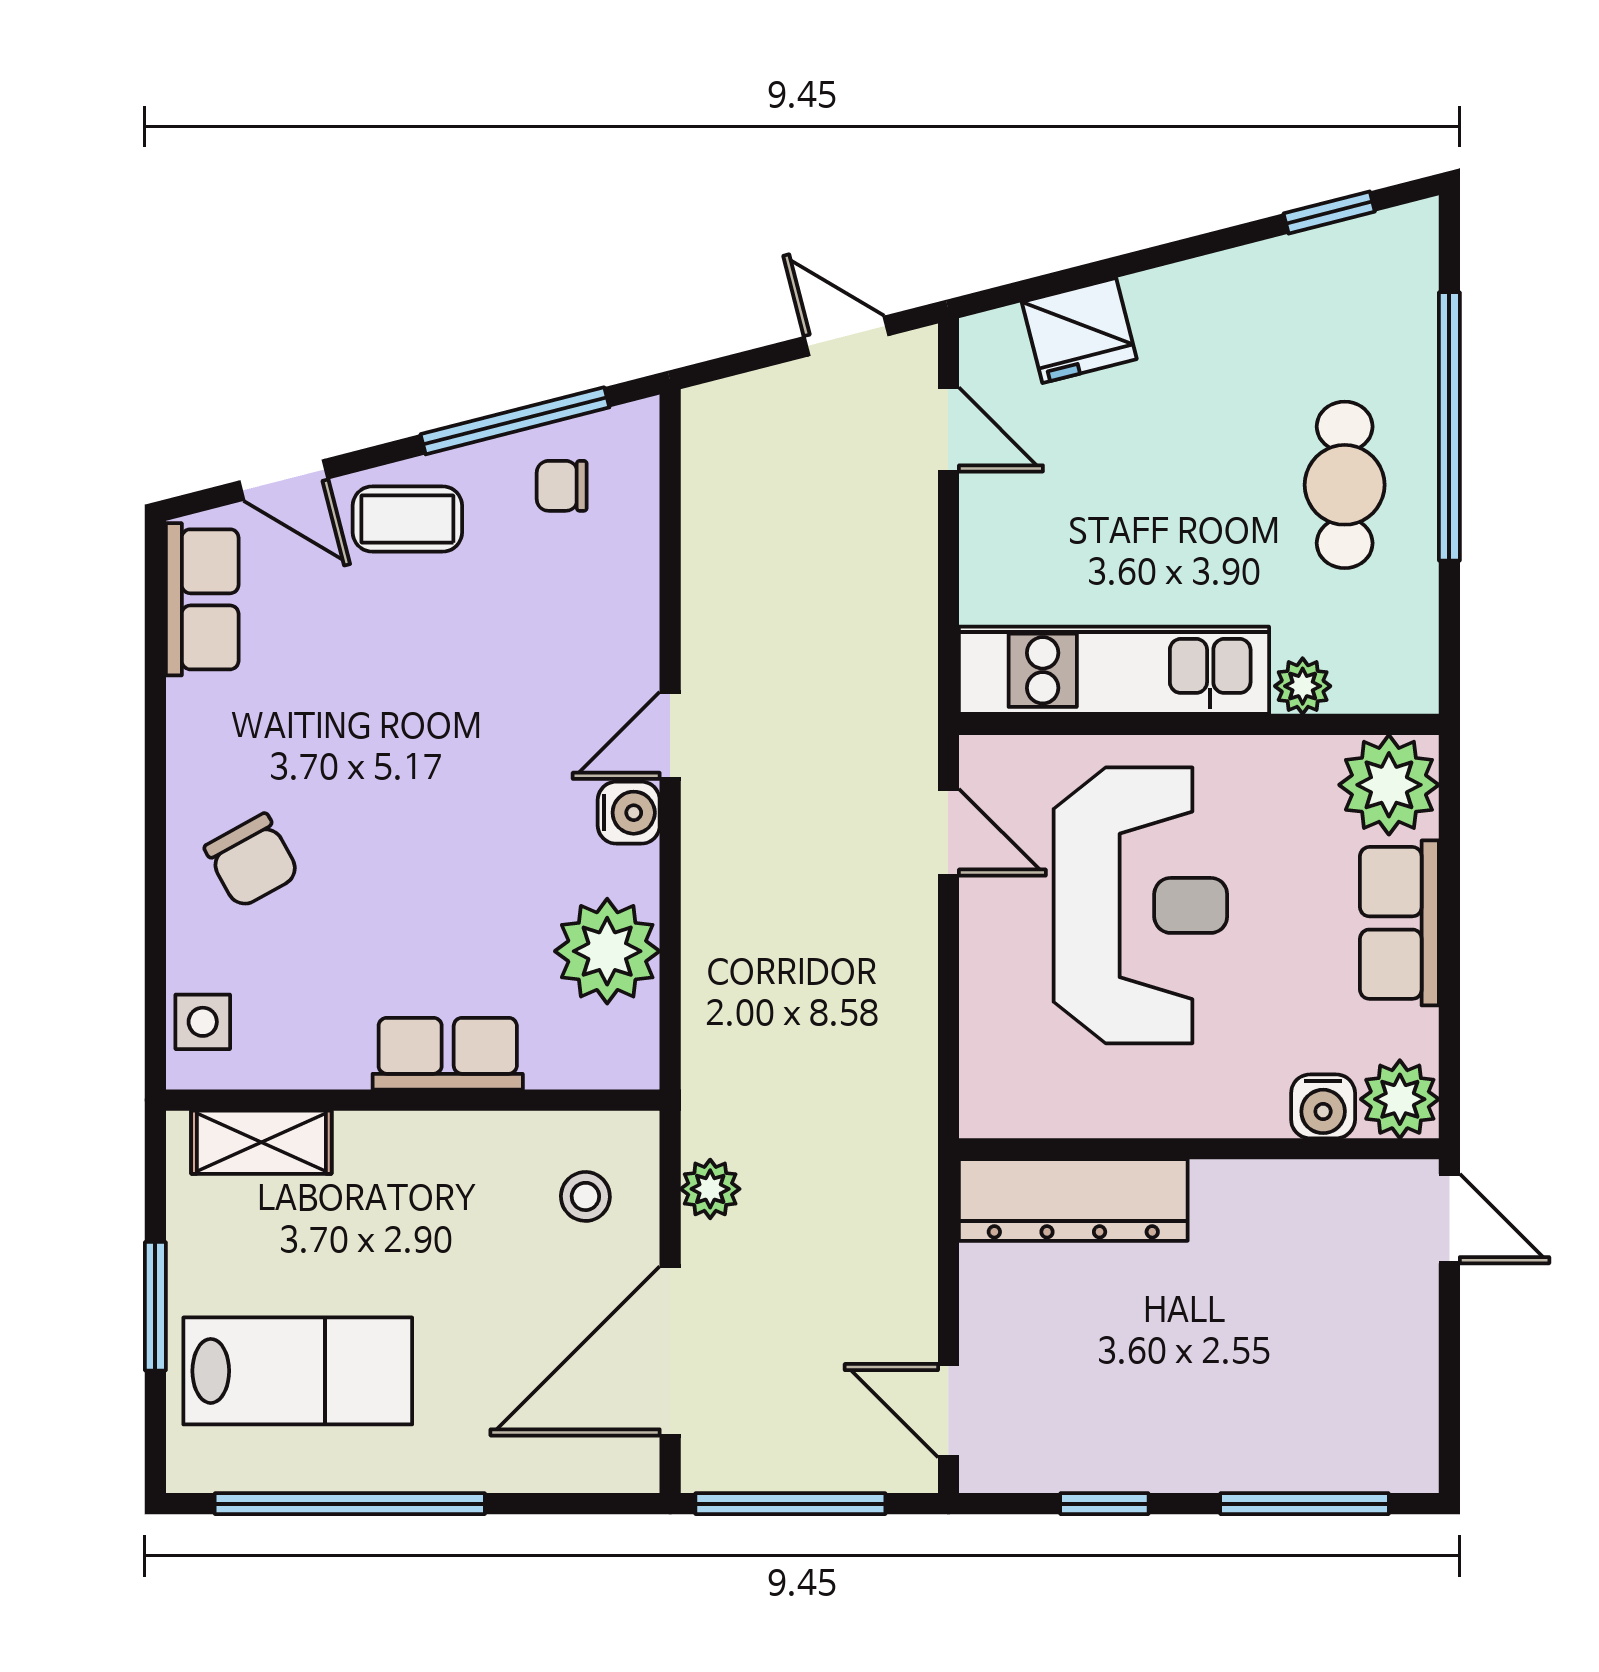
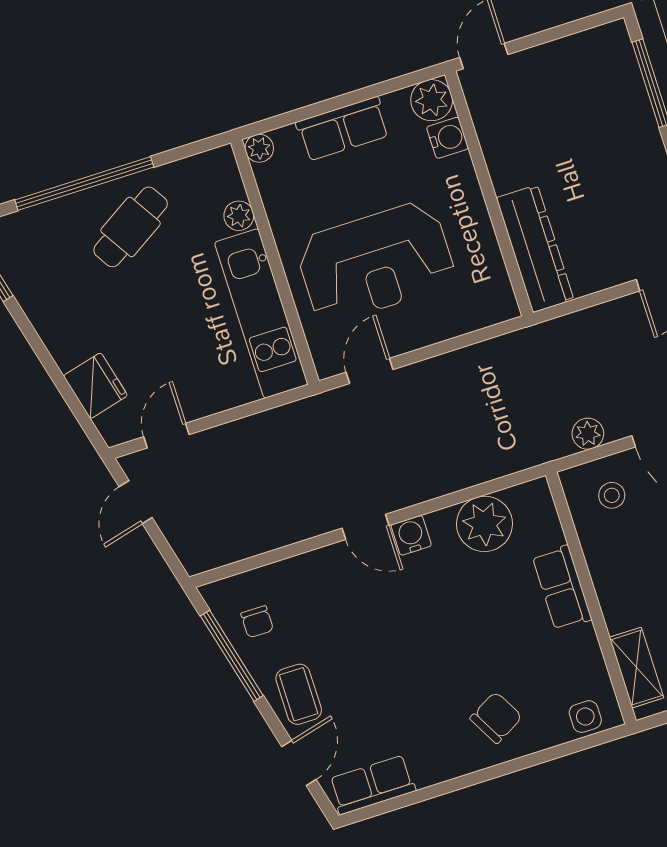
cafe table: (1345, 485) -> (131, 227), turned -32
plant: (1389, 785) -> (259, 148), width x0.53, depth x0.53
reception desk: (1140, 905) -> (376, 262), turned 180

